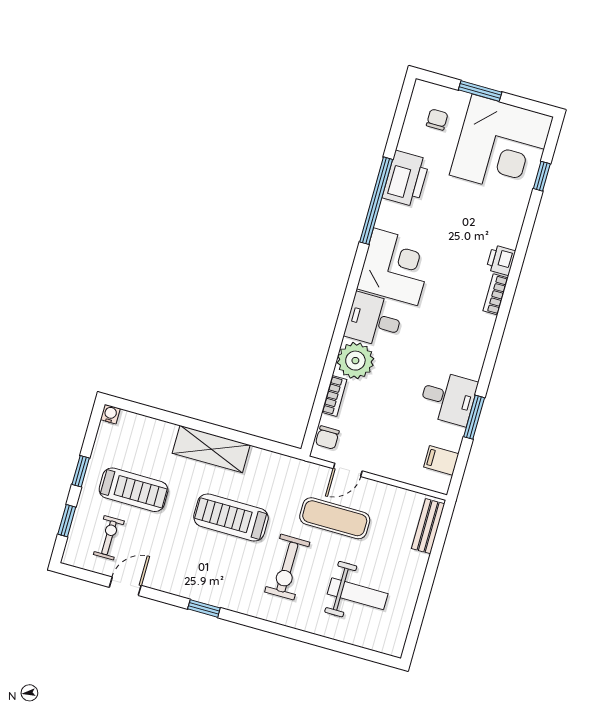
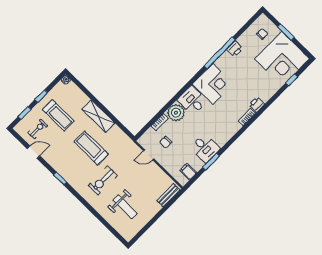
printer: (406, 179) -> (235, 49), width x0.53, depth x0.68
chair: (327, 438) -> (166, 142), moved
exercise mat: (335, 518) -> (133, 171), removed

